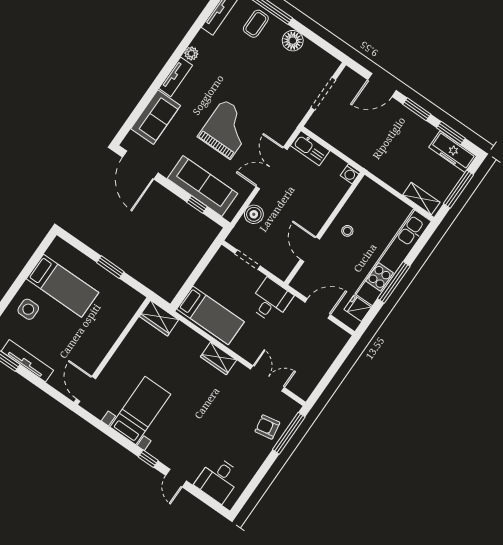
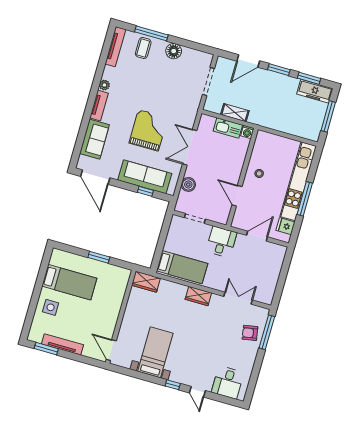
kitchen sink: (310, 148) -> (228, 128), moved
shelving: (421, 199) -> (235, 113), moved

